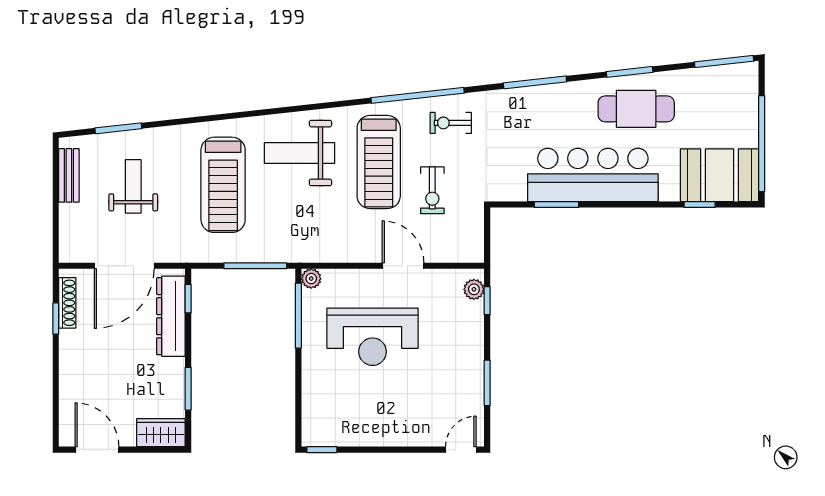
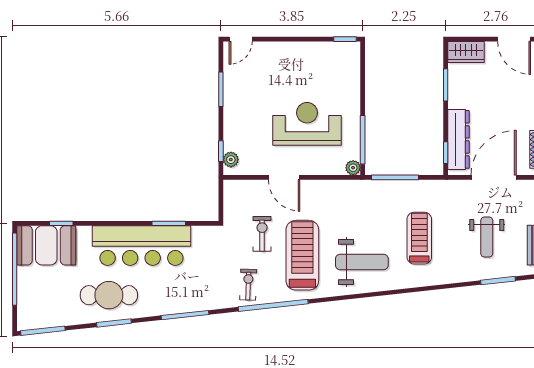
exercise bike: (451, 123) -> (248, 285), turned -88
treadmill: (223, 185) -> (419, 238), width x0.73, depth x0.73

